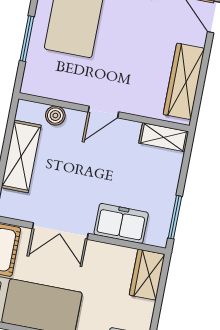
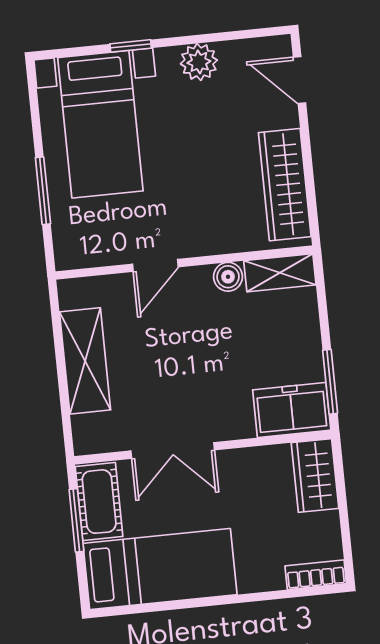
door: (103, 112) -> (155, 265), moved
boiler: (55, 116) -> (228, 277), moved
freezer: (121, 223) -> (292, 410), moved

